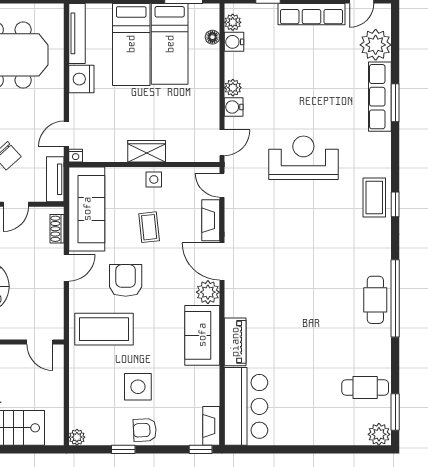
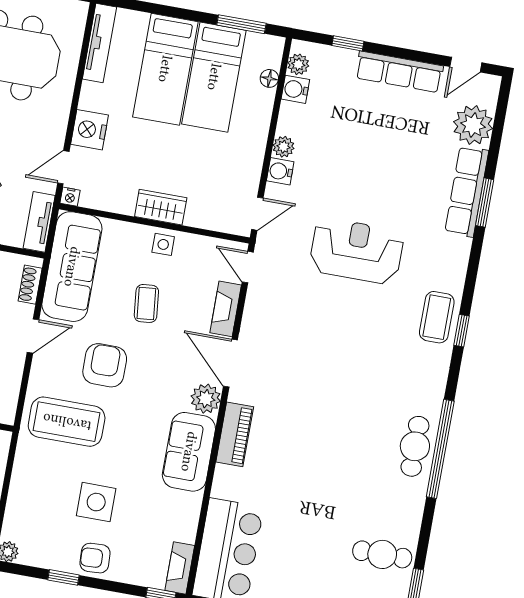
nightstand: (81, 79) -> (89, 130), moved
piano: (235, 342) -> (235, 434), moved

